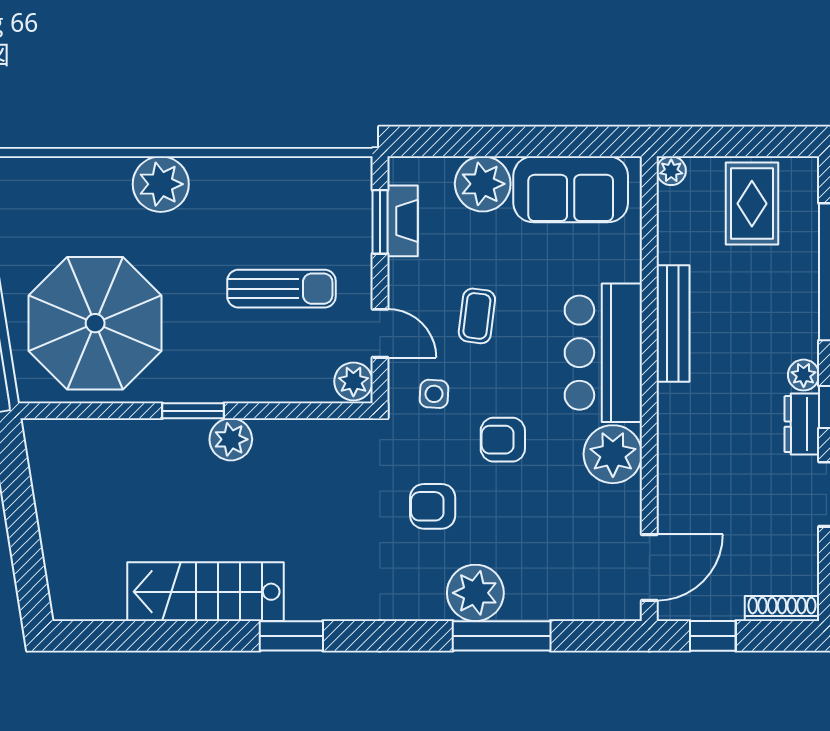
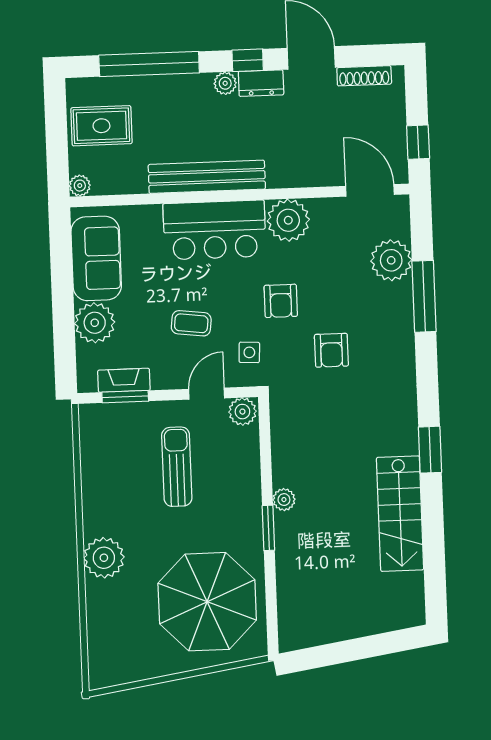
bench: (673, 324) -> (207, 177), width x1.37, depth x1.21
plant: (231, 439) -> (284, 500), width x0.73, depth x0.73
plant: (475, 593) -> (391, 260), moved
shoe rack: (782, 609) -> (364, 76), moved, turned -90

